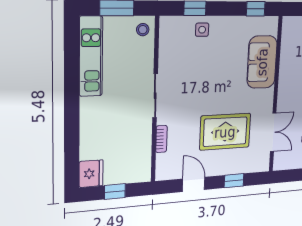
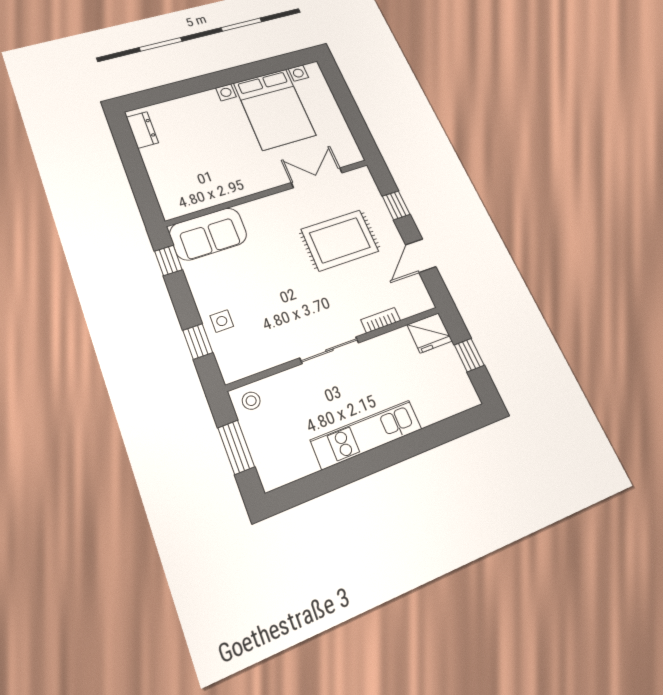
kitchen unit: (91, 56) -> (366, 434), moved
sofa: (262, 62) -> (208, 234), moved
rug: (225, 132) -> (340, 240), turned 90
fridge: (91, 174) -> (430, 333), moved, turned 180

